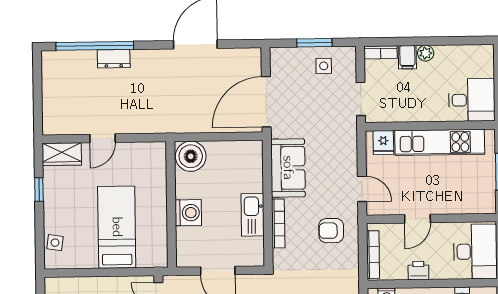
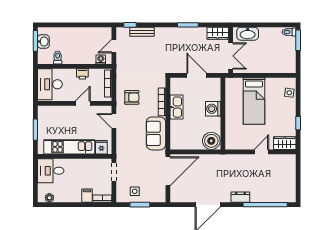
plant: (426, 53) -> (49, 198), moved
dresser: (114, 59) -> (240, 197), moved

